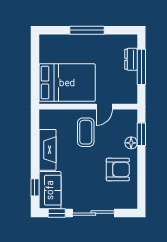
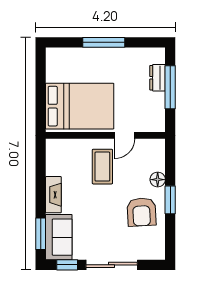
window: (141, 134) -> (170, 200), moved
fireplace: (48, 150) -> (53, 195), width x0.73, depth x0.76
armchair: (118, 169) -> (141, 212), turned 87
window: (35, 187) -> (41, 234), width x1.50

